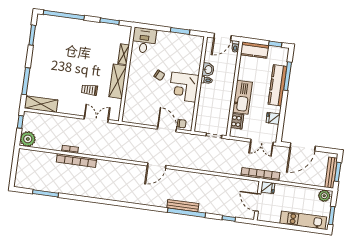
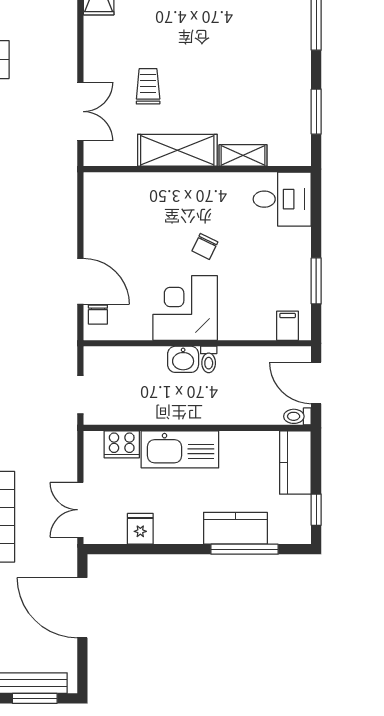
filing cabinet: (197, 45) -> (288, 326), added
washbasin: (208, 70) -> (183, 359), moved
kitchen counter: (277, 85) -> (235, 528), width x0.67
door: (167, 129) -> (80, 281), hinge flipped

